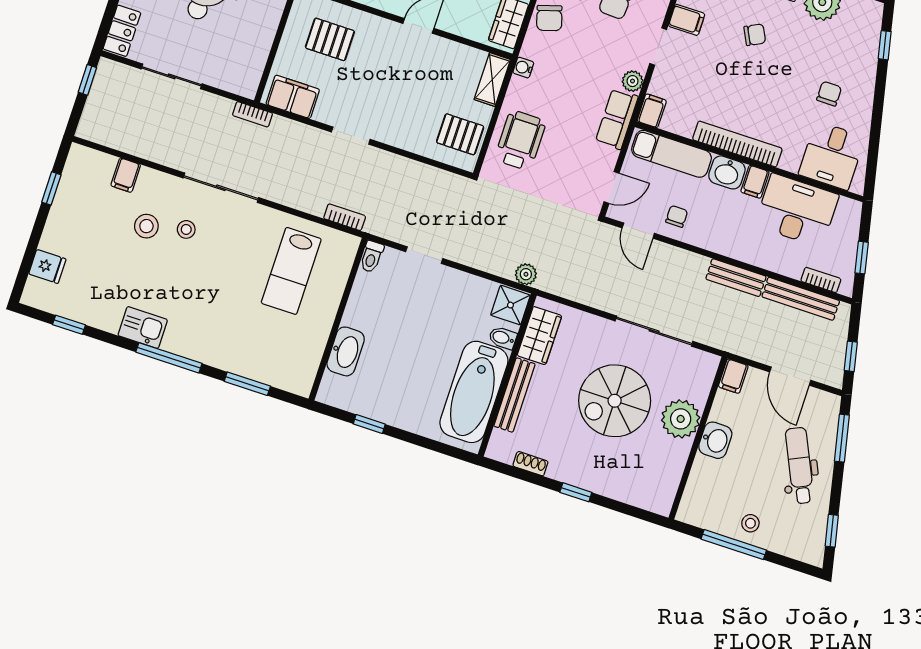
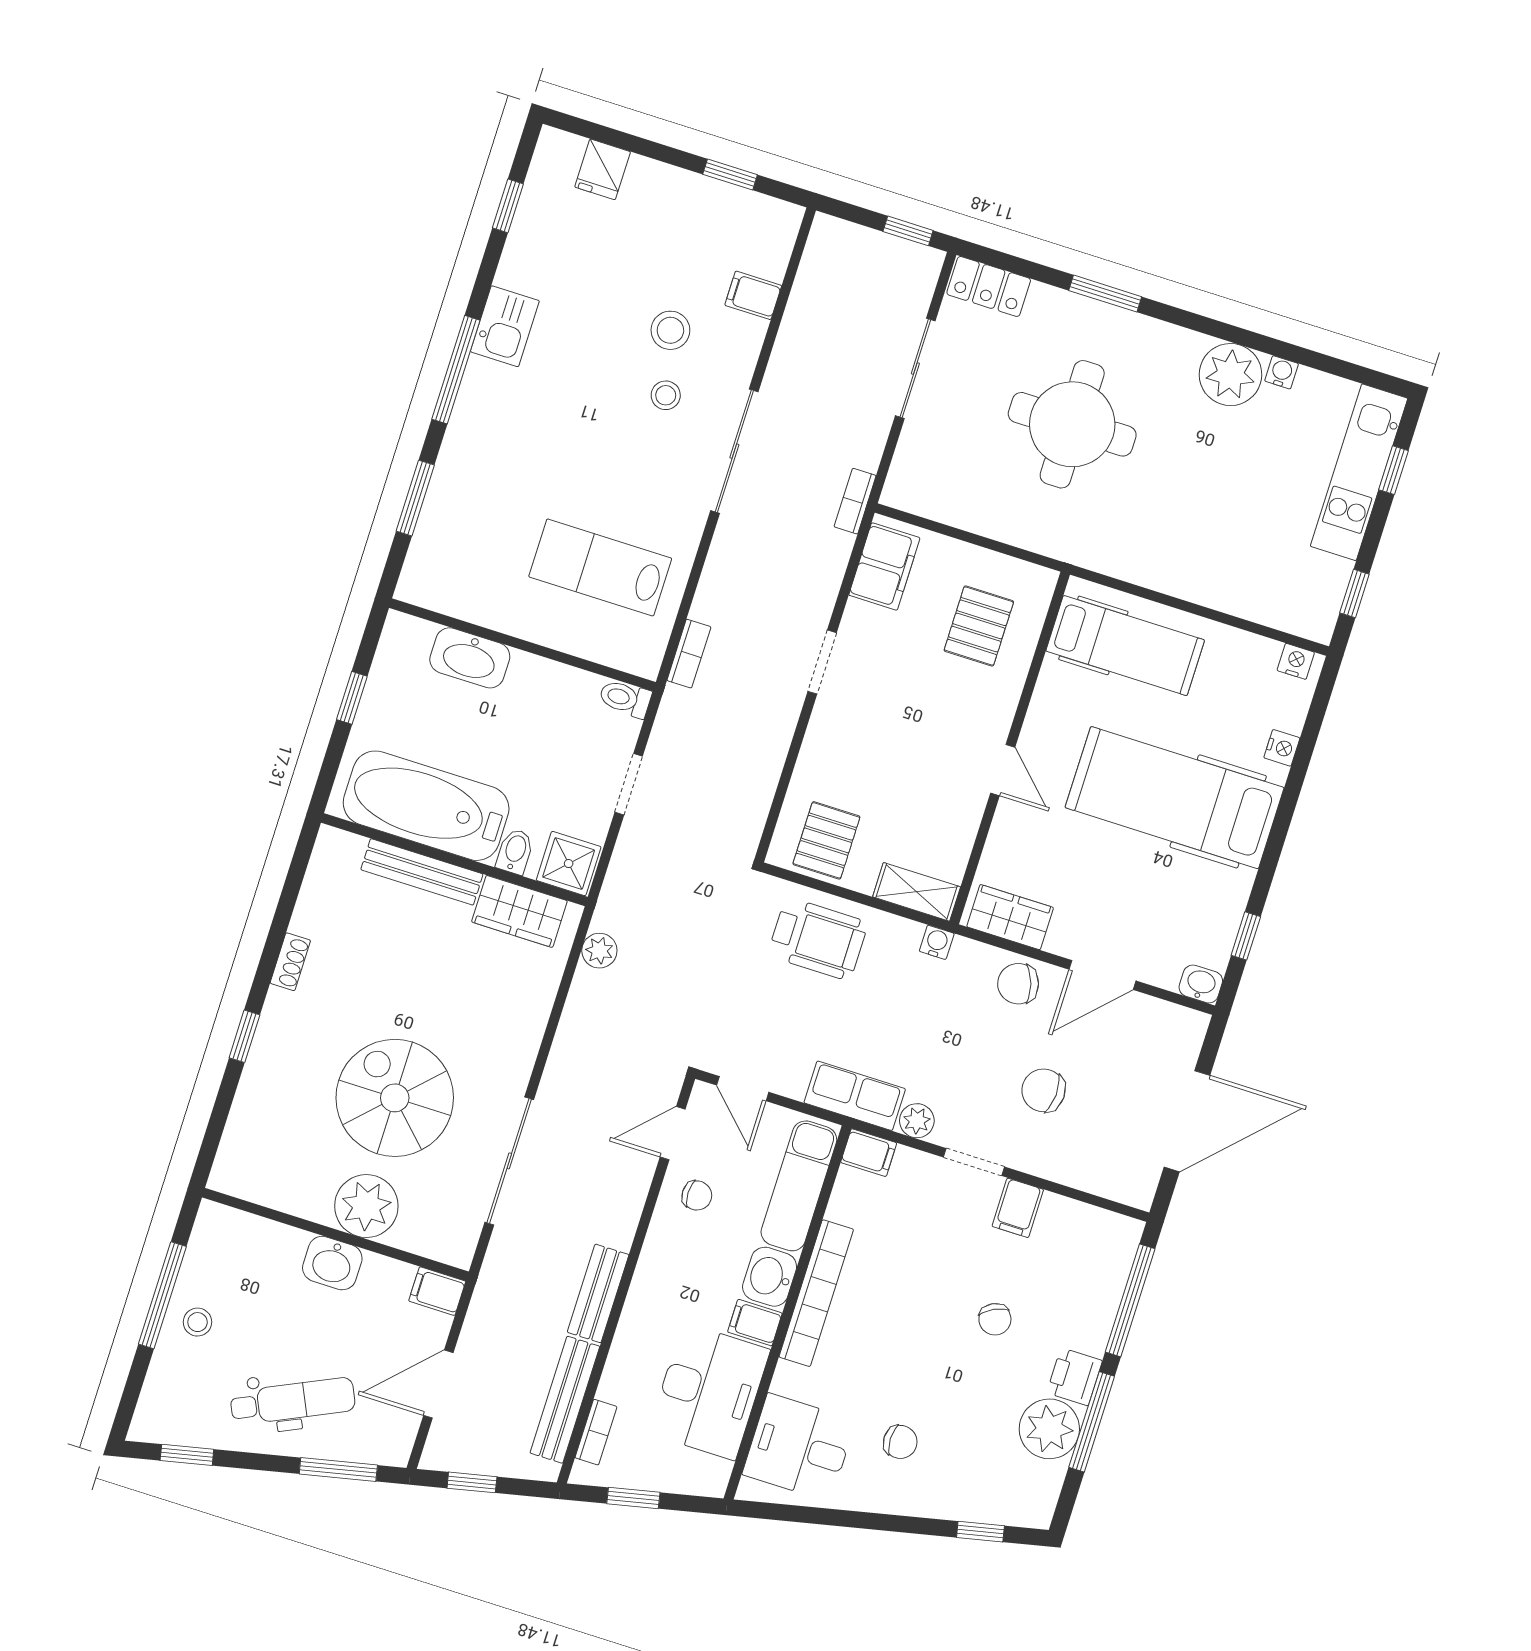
shower: (510, 305) -> (569, 864), moved
wardrobe: (539, 336) -> (519, 911), moved
bidet: (503, 338) -> (515, 851), moved
wall: (507, 375) -> (454, 860), moved
bathtub: (474, 392) -> (426, 806), moved
bench: (514, 395) -> (422, 872), moved

